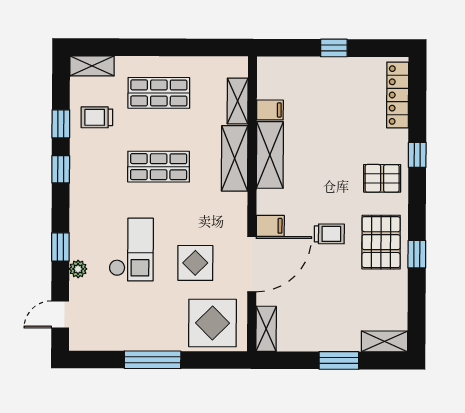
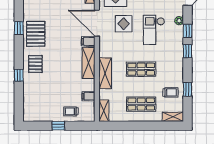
locker: (398, 95) -> (28, 104), removed
shelving: (238, 101) -> (104, 111), moved
shelving: (270, 155) -> (89, 63), moved
window: (61, 169) -> (187, 51), moved
pallet: (382, 178) -> (35, 64), turned 90
trolley: (329, 234) -> (71, 111), moved
door: (252, 264) -> (97, 23), hinge flipped

